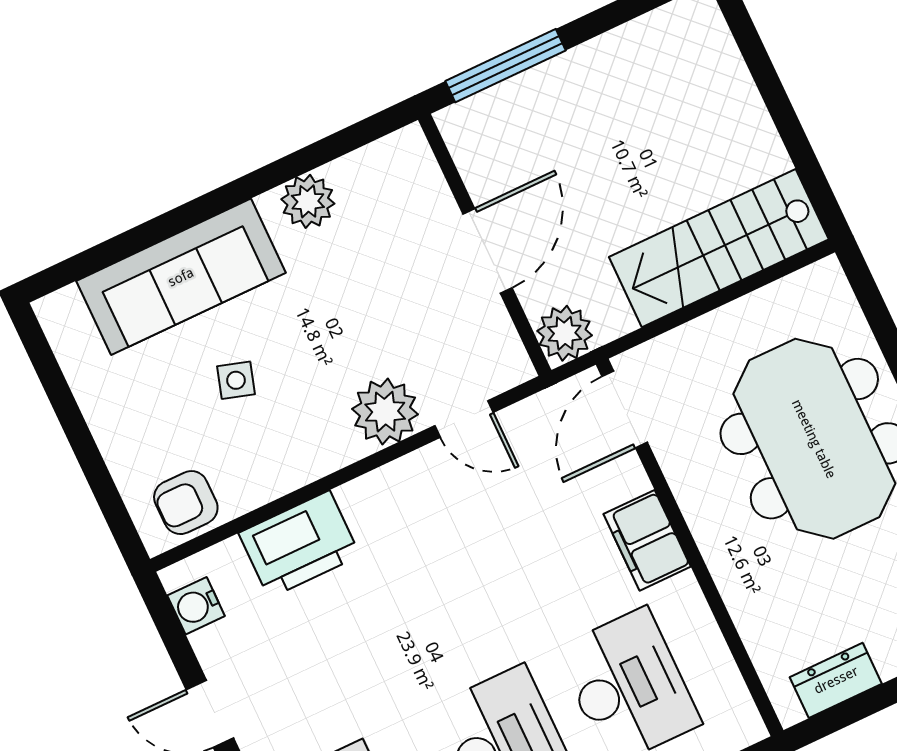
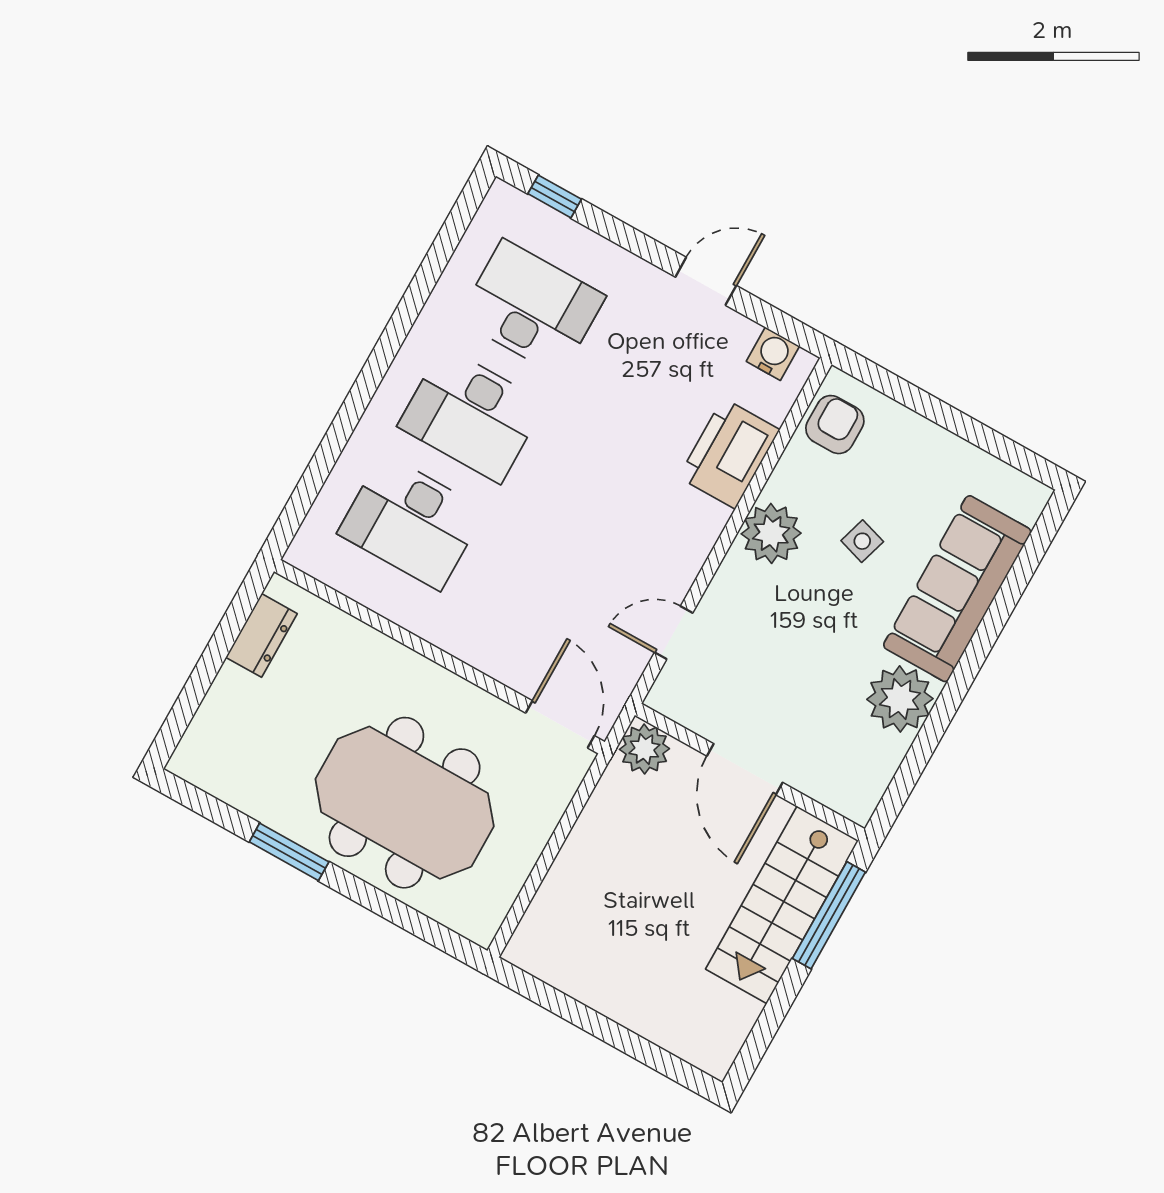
plant: (308, 201) -> (900, 699), width x1.36, depth x1.36
stairs: (719, 248) -> (782, 905), moved, turned 180
plant: (385, 412) -> (771, 533), moved
filing cabinet: (647, 540) -> (474, 640), removed

